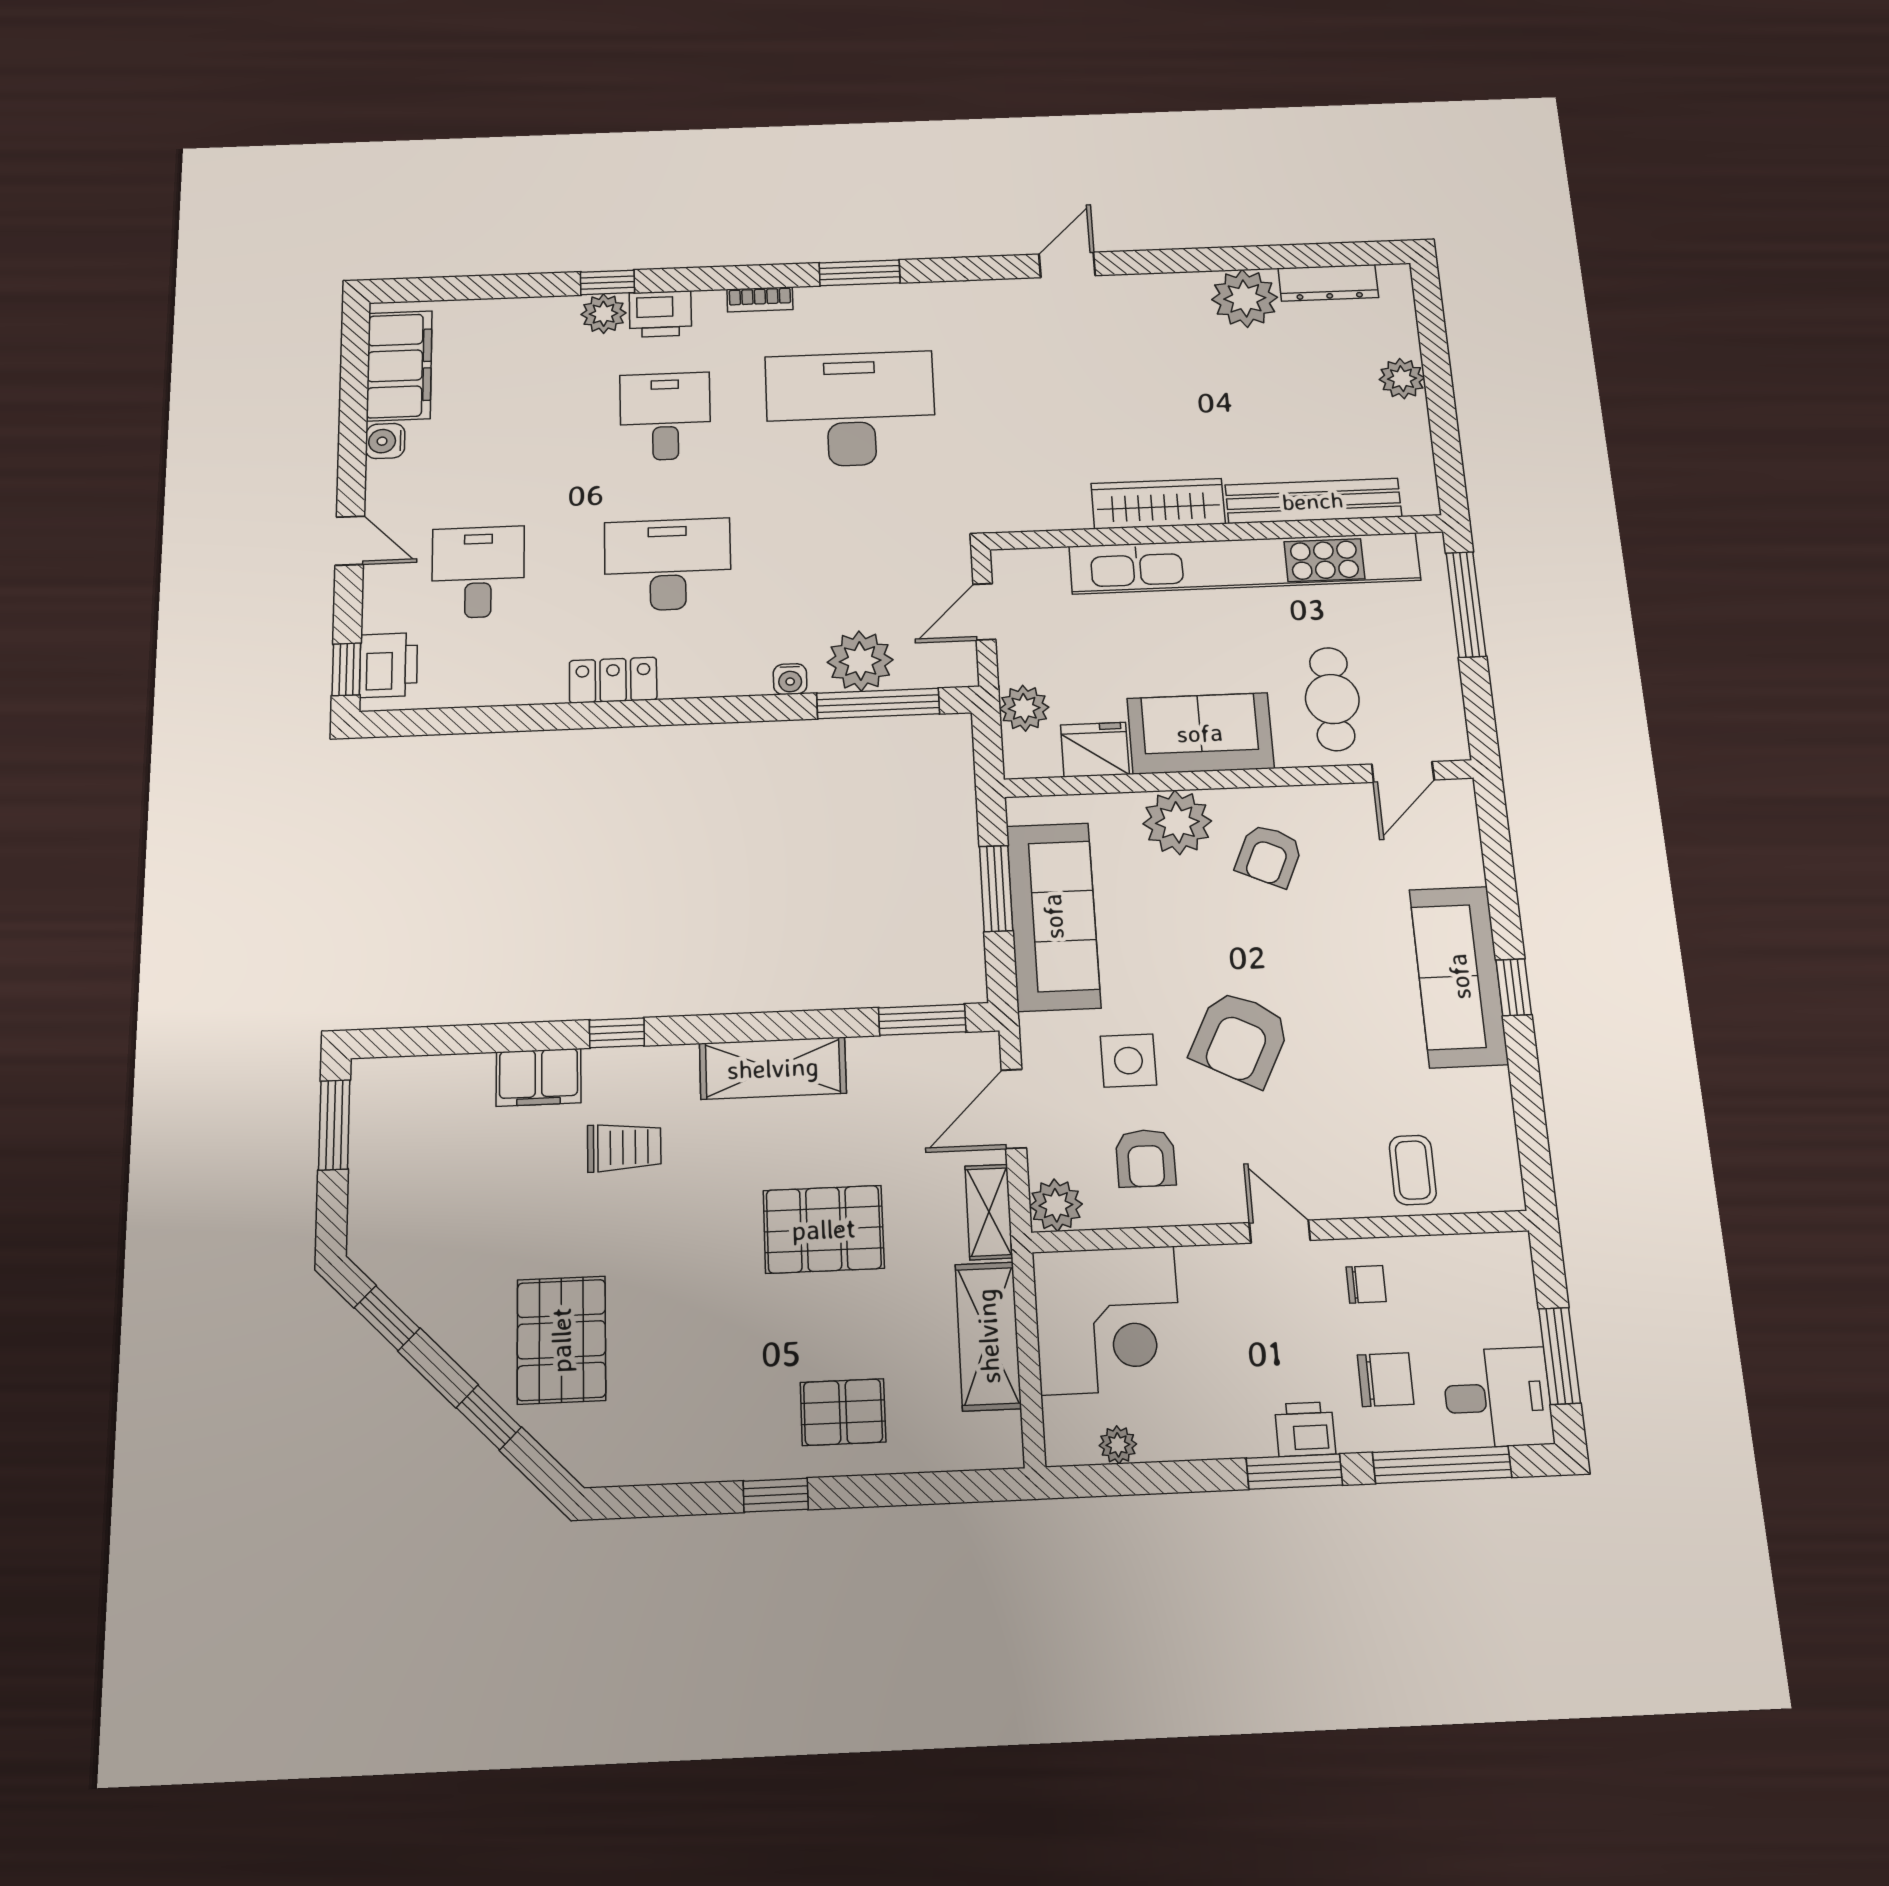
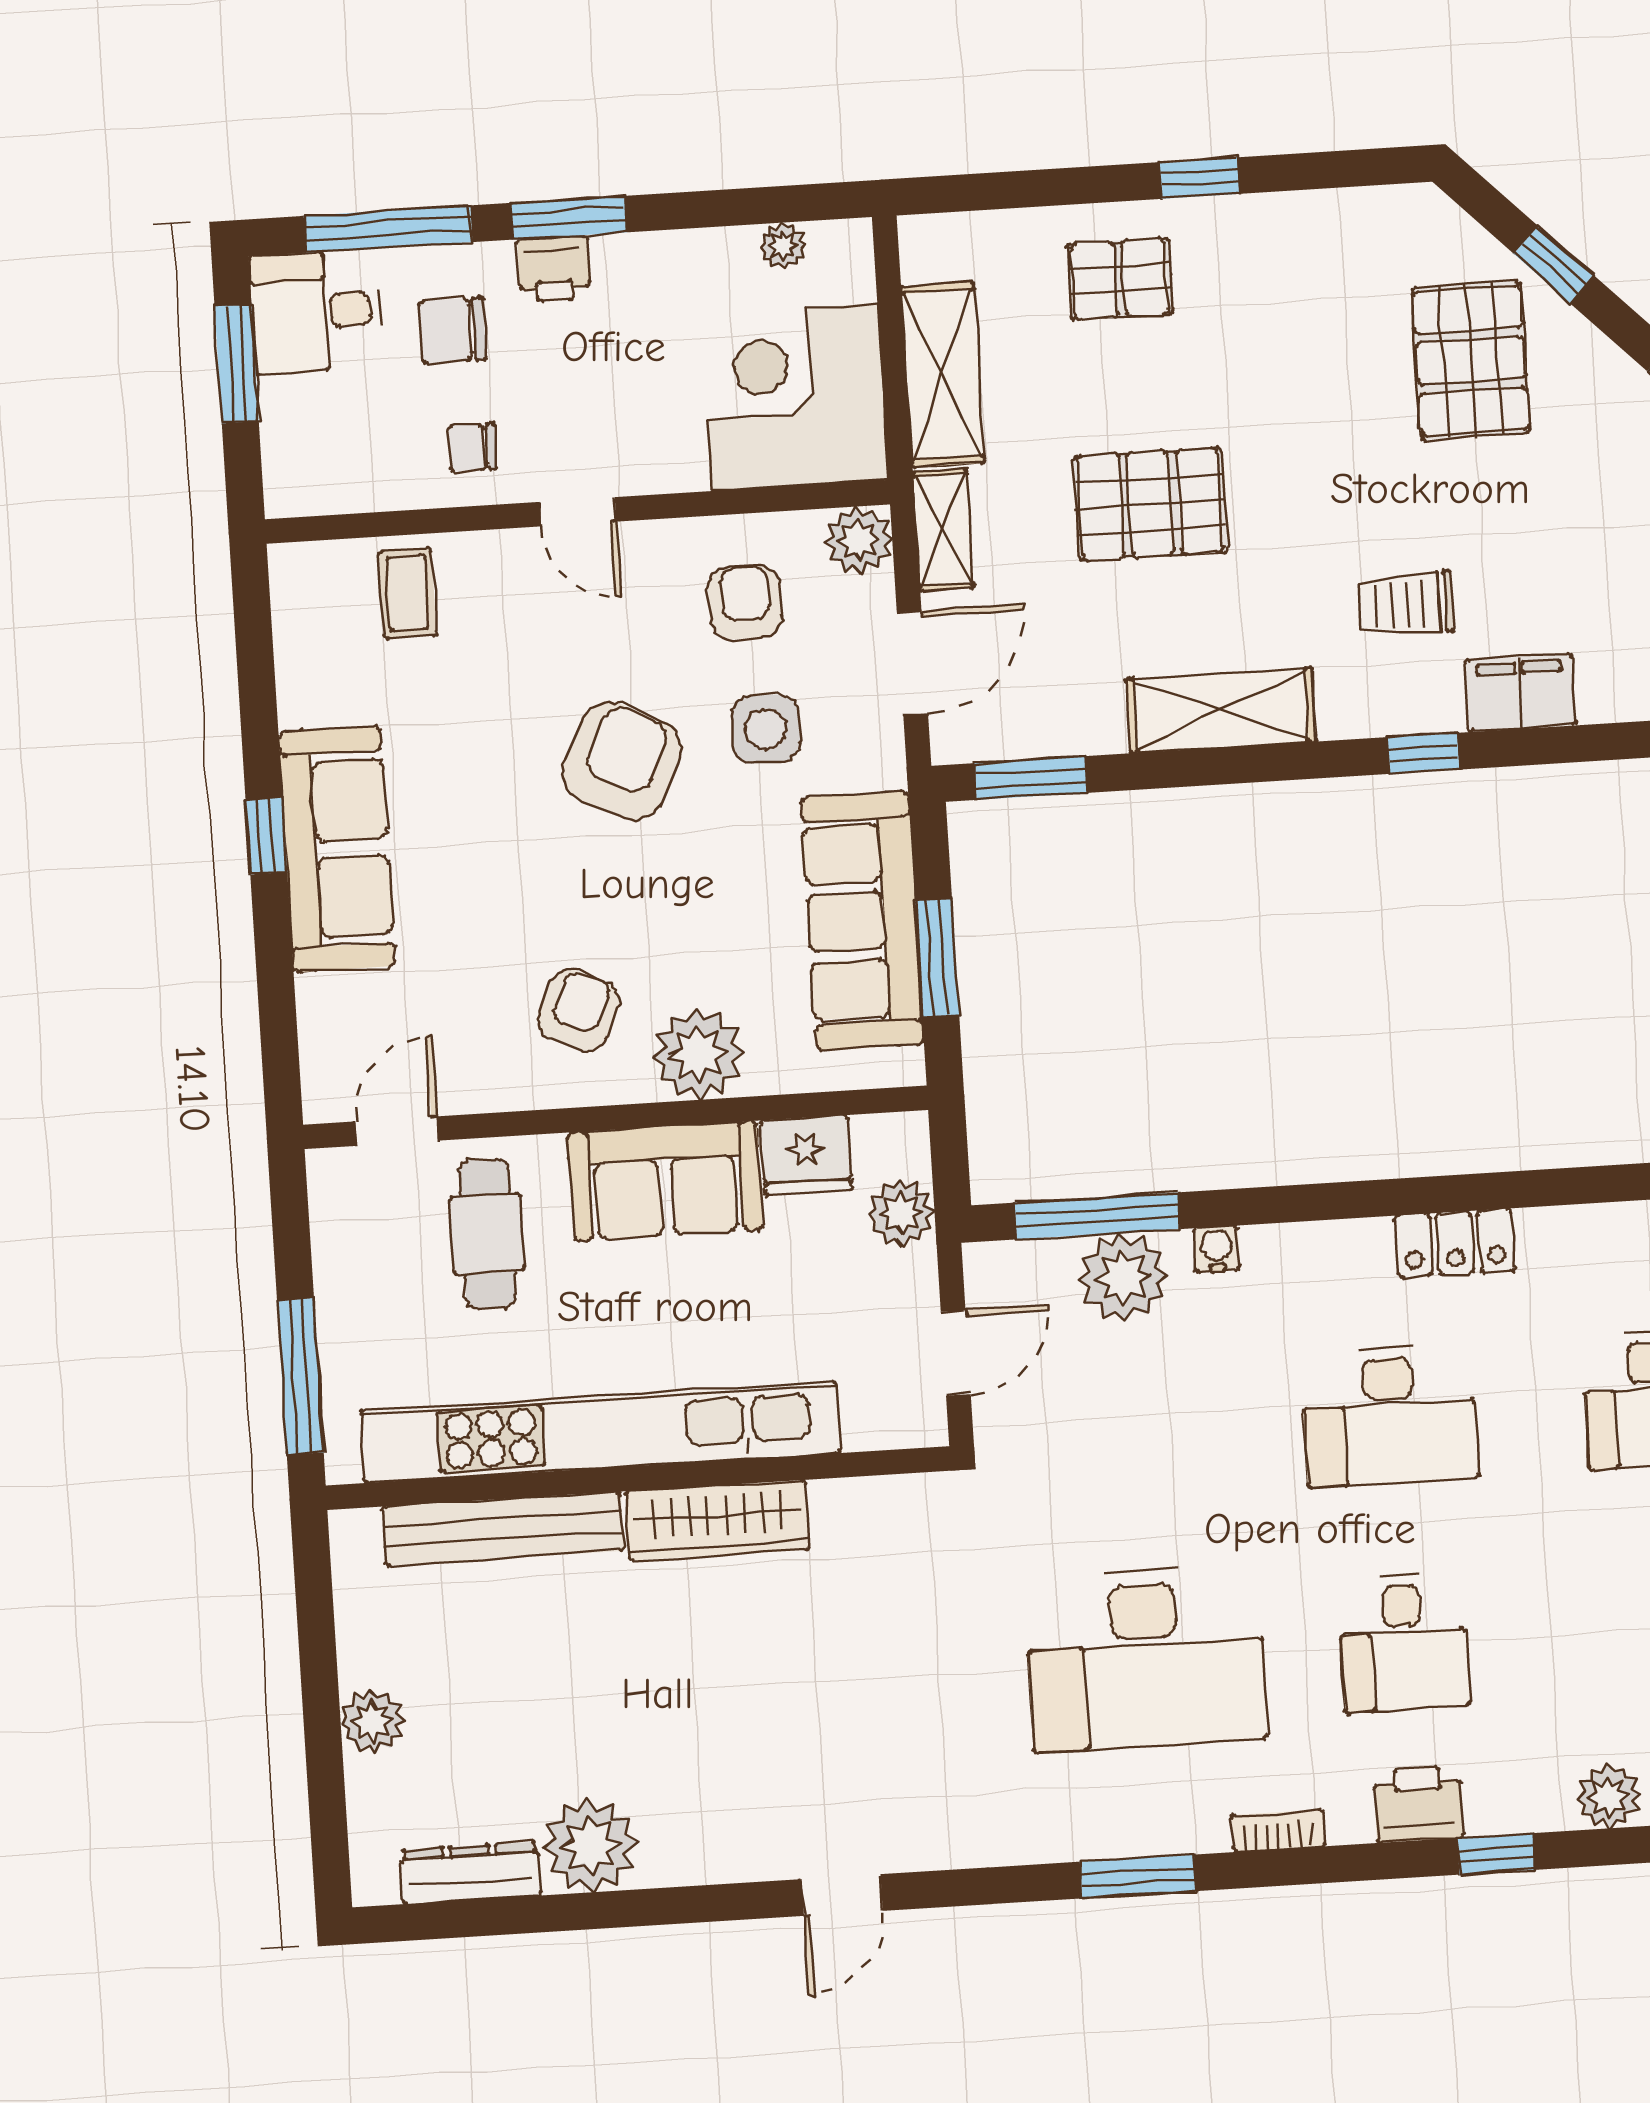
plant: (604, 314) -> (1609, 1796), moved

